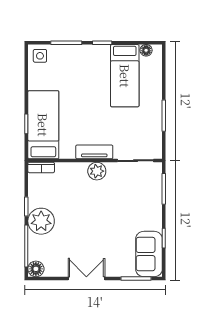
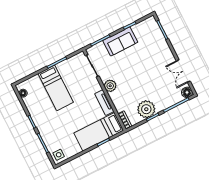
bed: (125, 76) -> (56, 88), moved, turned 90
tv unit: (94, 152) -> (104, 103), moved
plant: (41, 221) -> (146, 109), moved
sofa: (149, 254) -> (120, 41), moved
double door: (86, 278) -> (183, 71), moved

